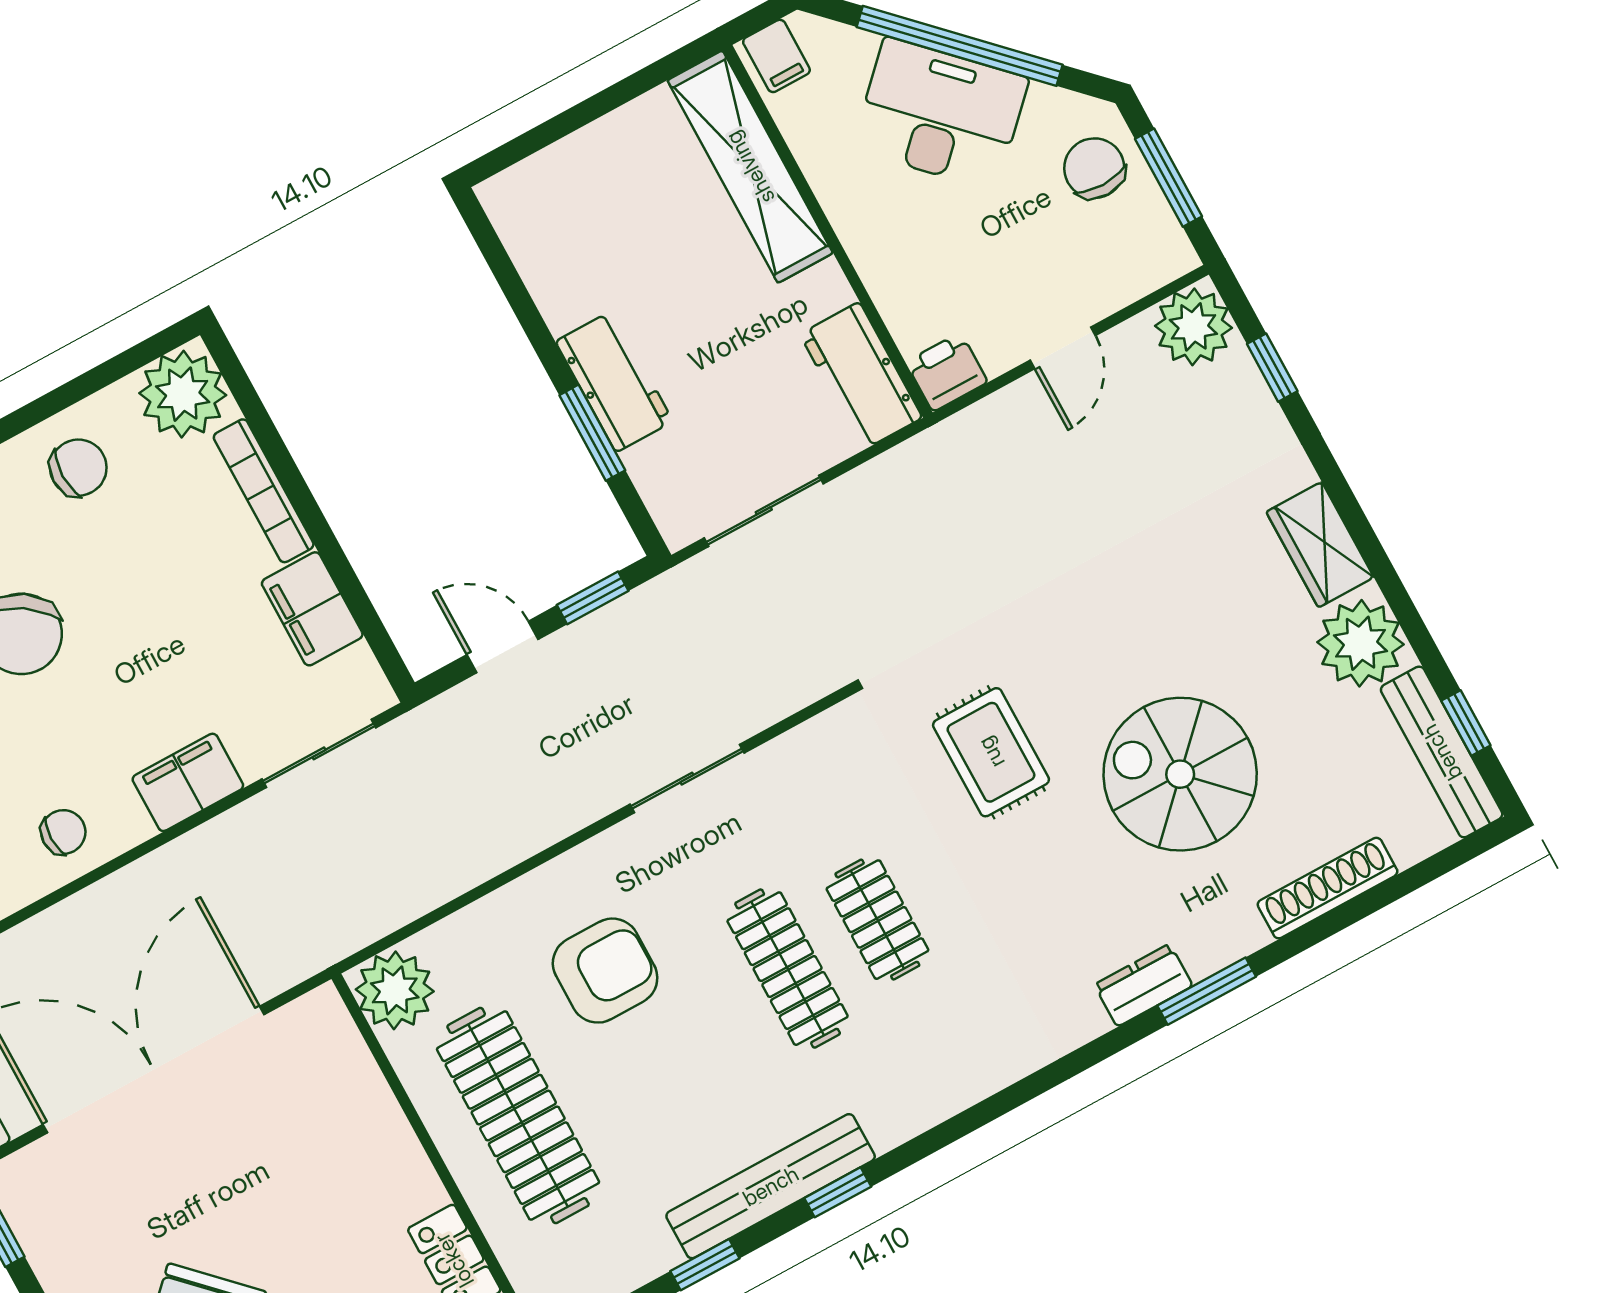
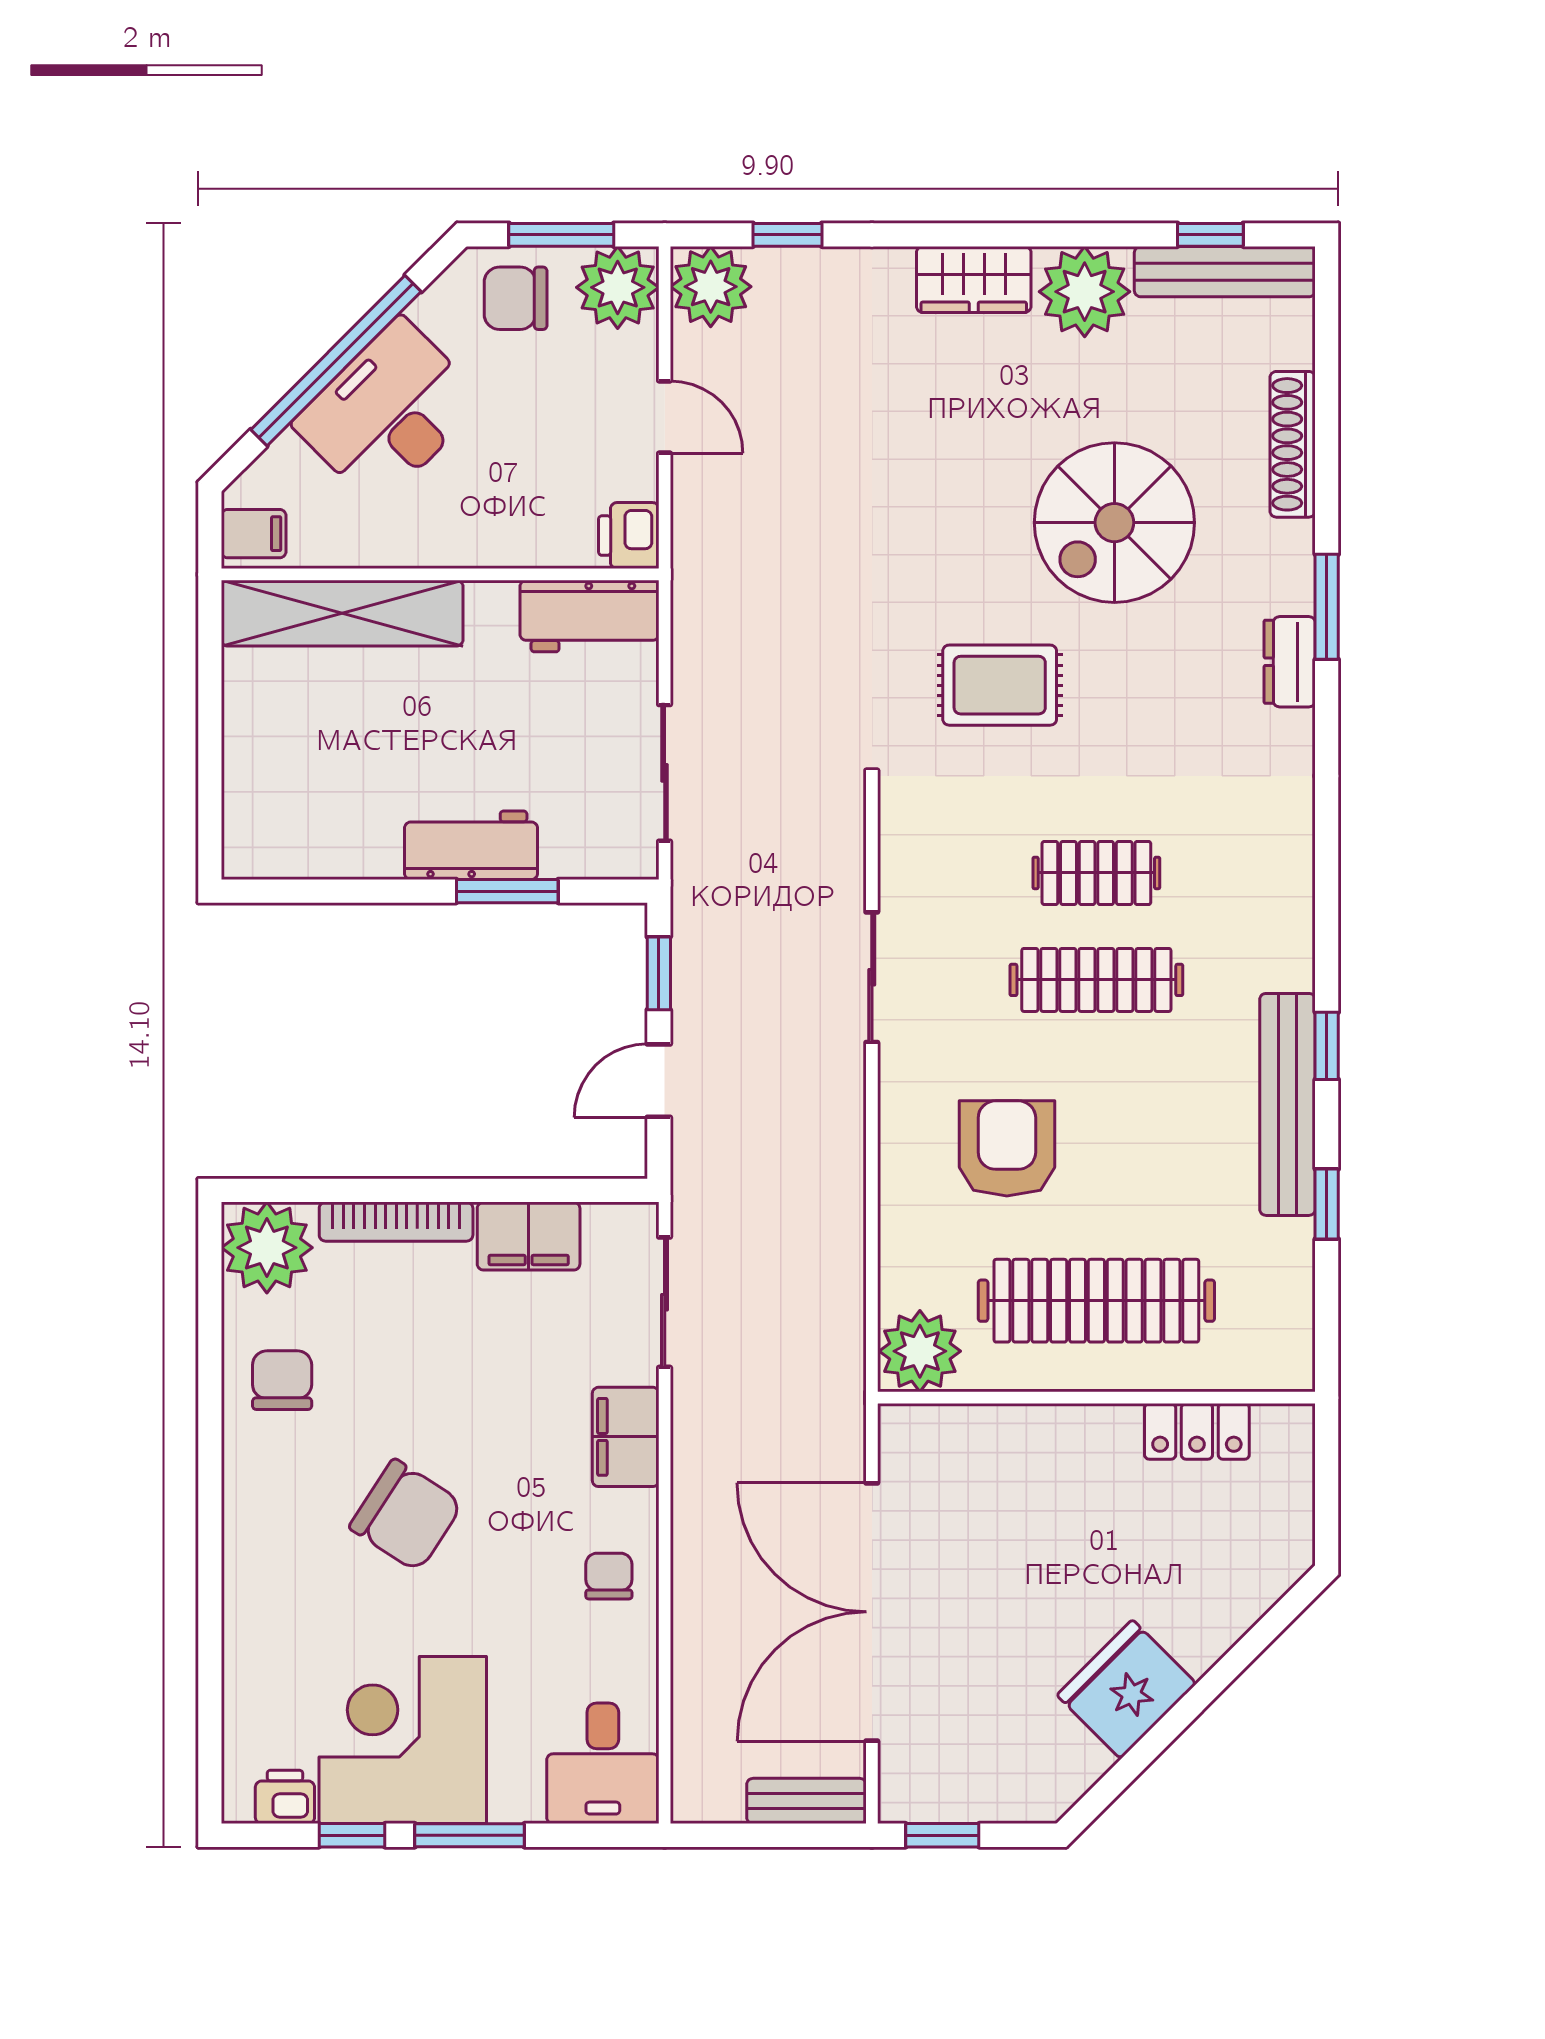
plant: (1150, 249) -> (618, 287), added

